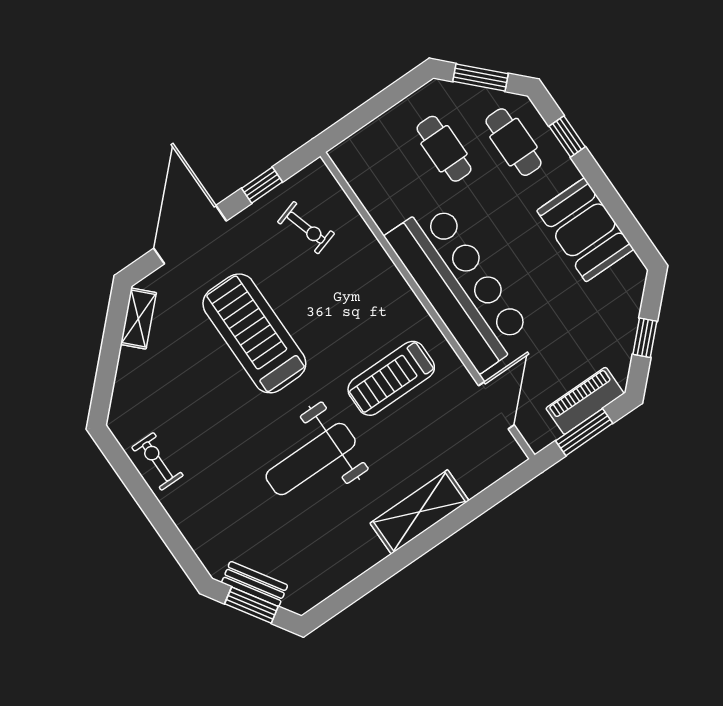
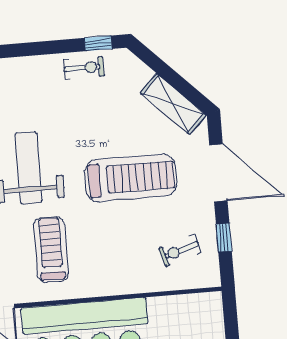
shelving: (138, 319) -> (173, 104), width x1.50, depth x1.33
window: (120, 461) -> (98, 43), added

